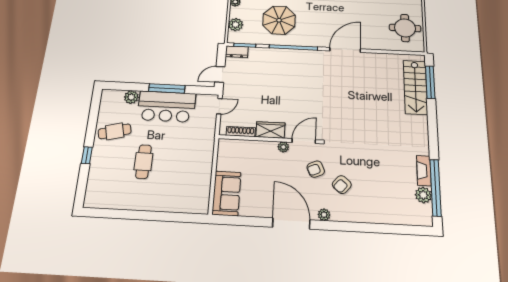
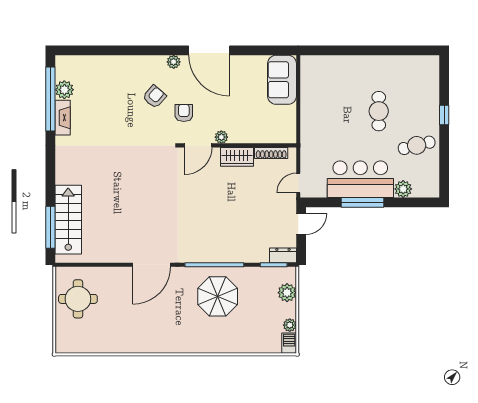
parasol: (279, 20) -> (218, 296), moved
armchair: (316, 169) -> (184, 113), turned -67

